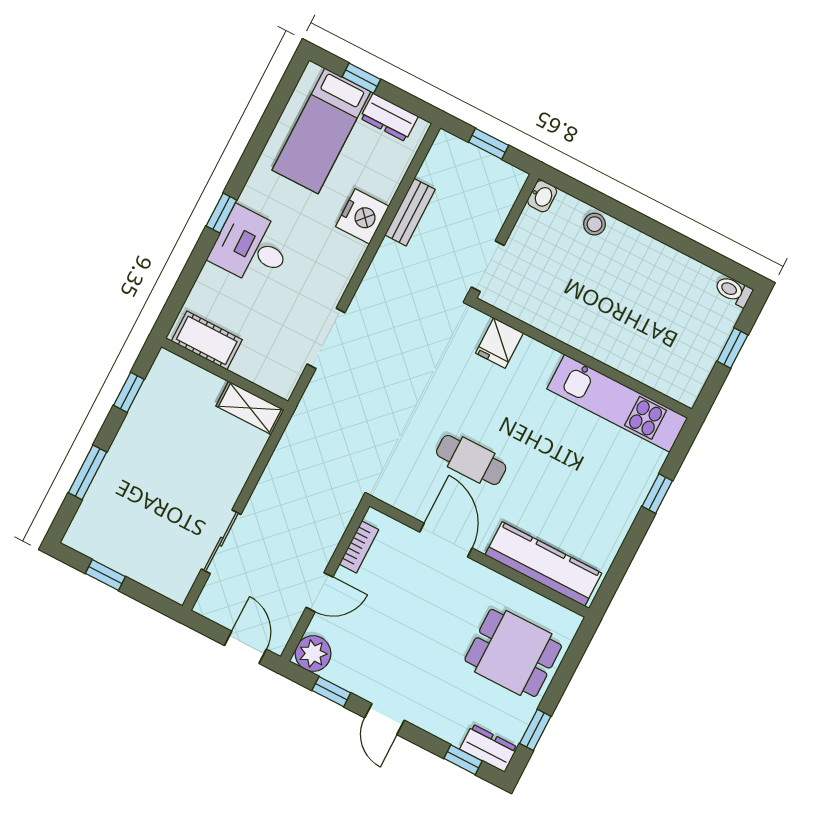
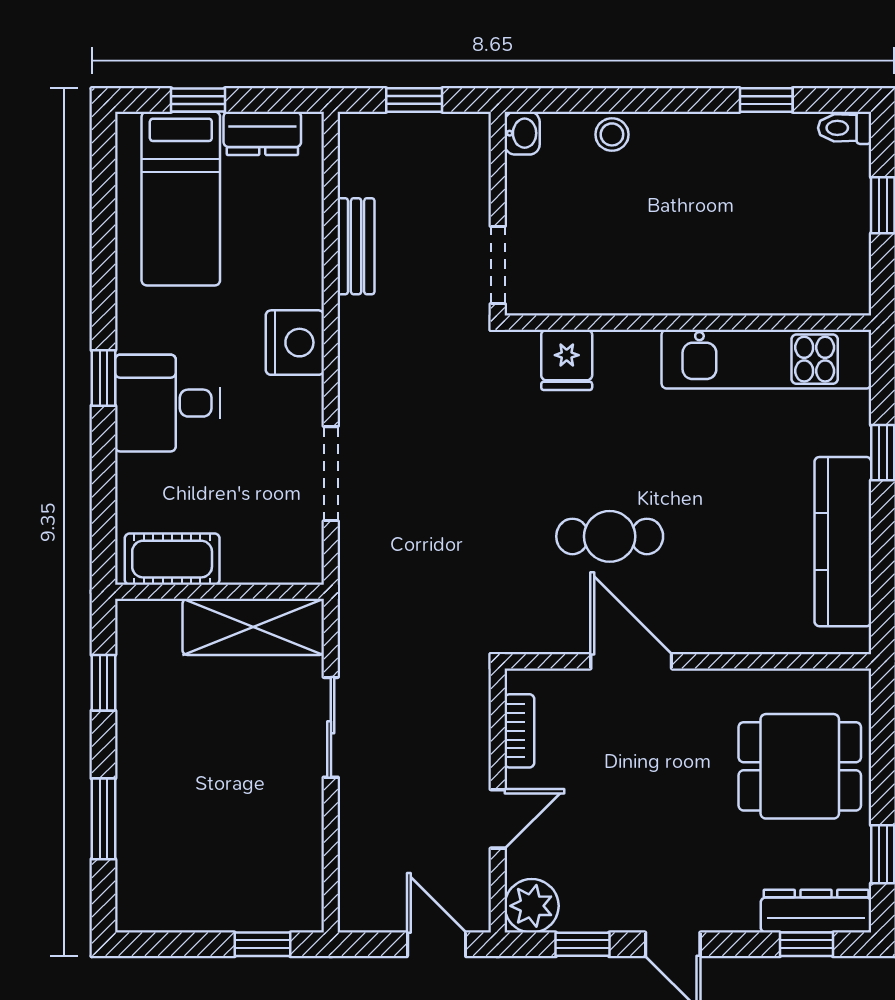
nightstand: (362, 216) -> (295, 343), moved
window: (696, 251) -> (766, 100), added
shelving: (250, 408) -> (253, 627), width x1.50, depth x1.33
sliding door: (221, 542) -> (331, 727), moved
kitchen counter: (543, 564) -> (843, 542), moved, turned -90
window: (105, 575) -> (263, 944), moved
dresser: (489, 748) -> (816, 911), width x1.44

